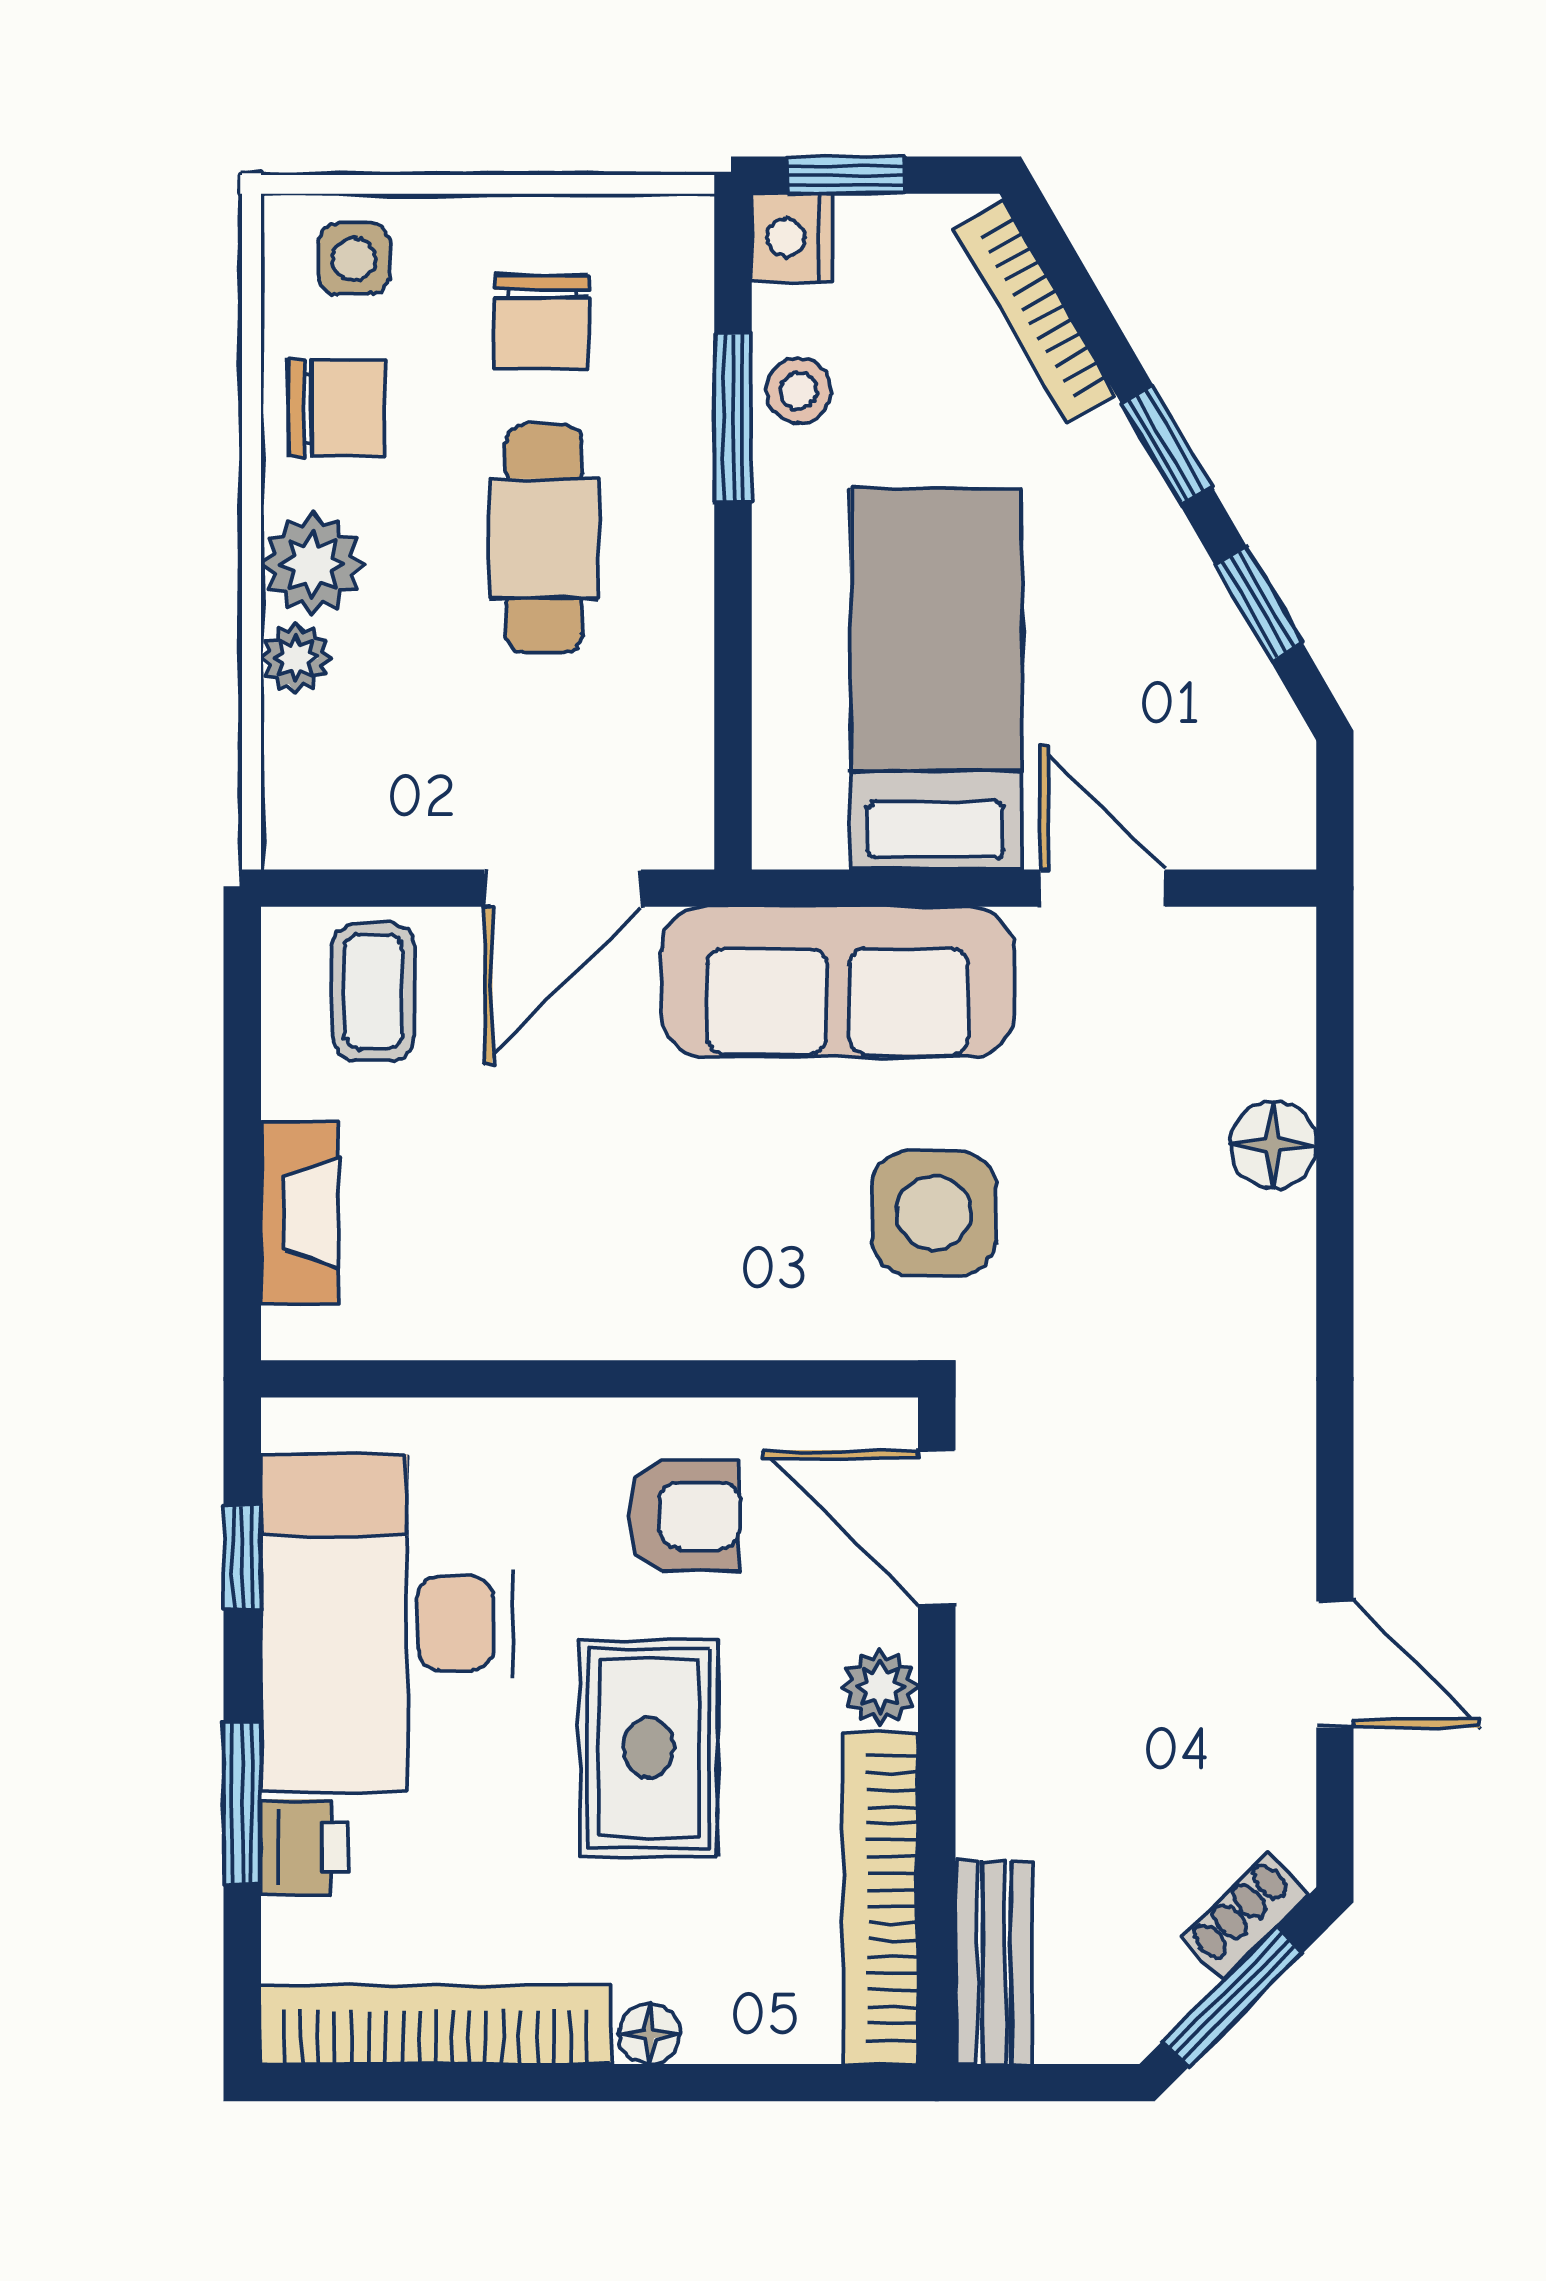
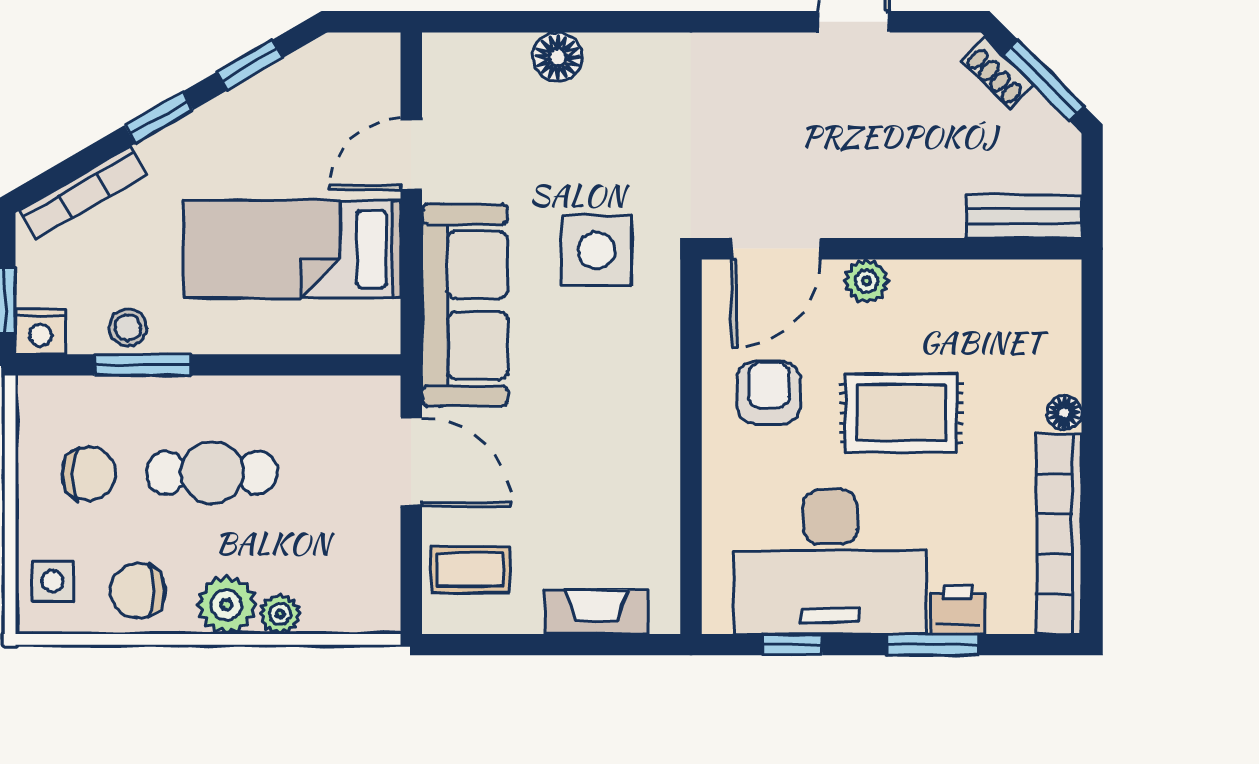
chair: (337, 408) -> (138, 591), turned -90
bookcase: (881, 1898) -> (987, 281), removed

